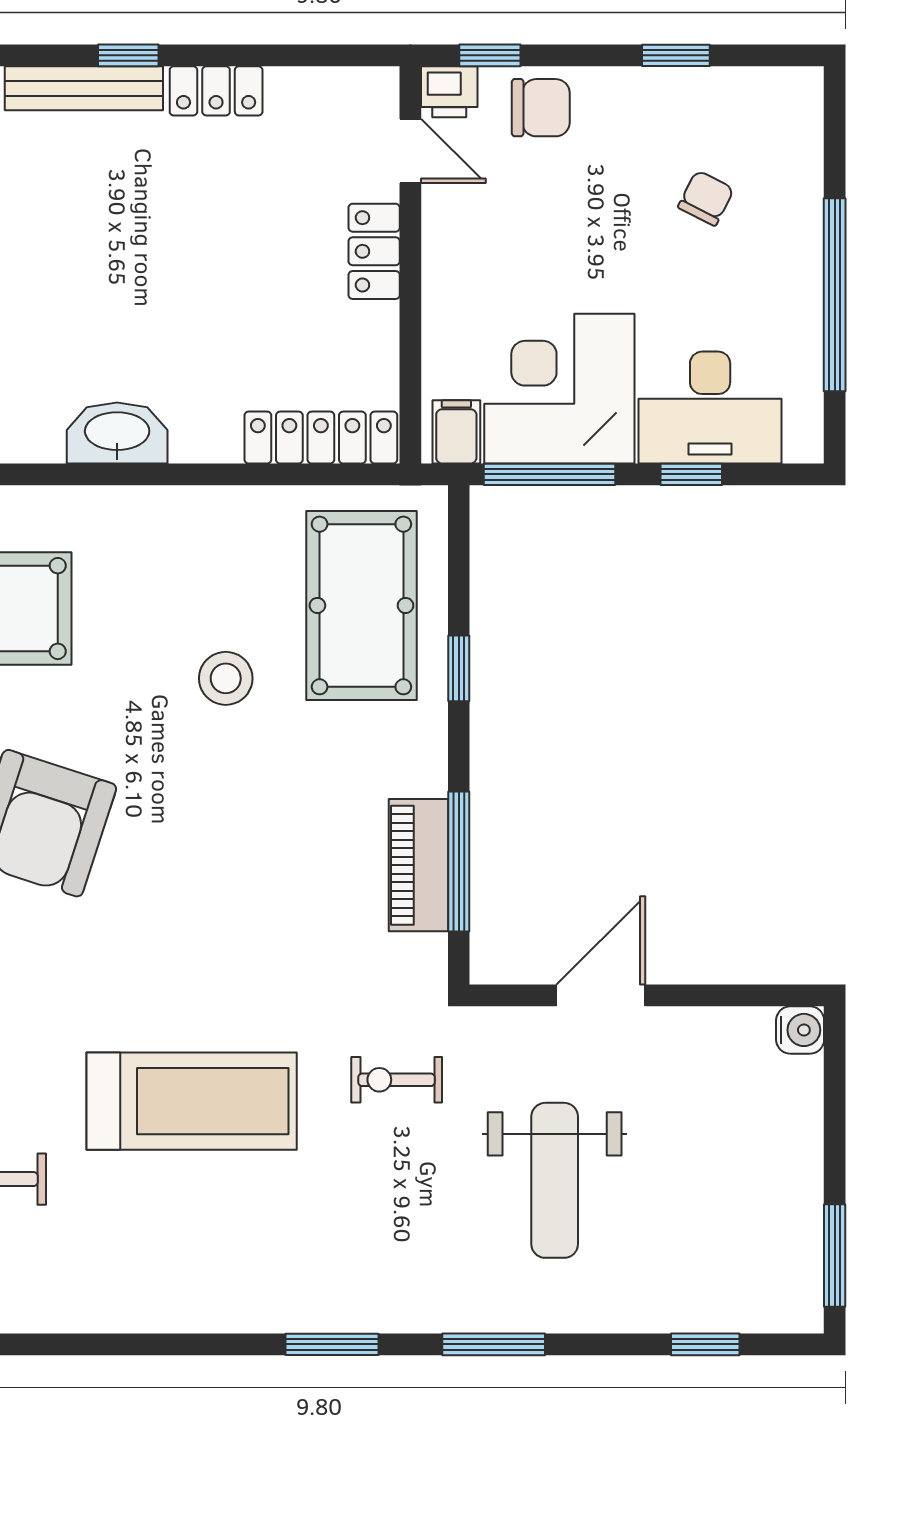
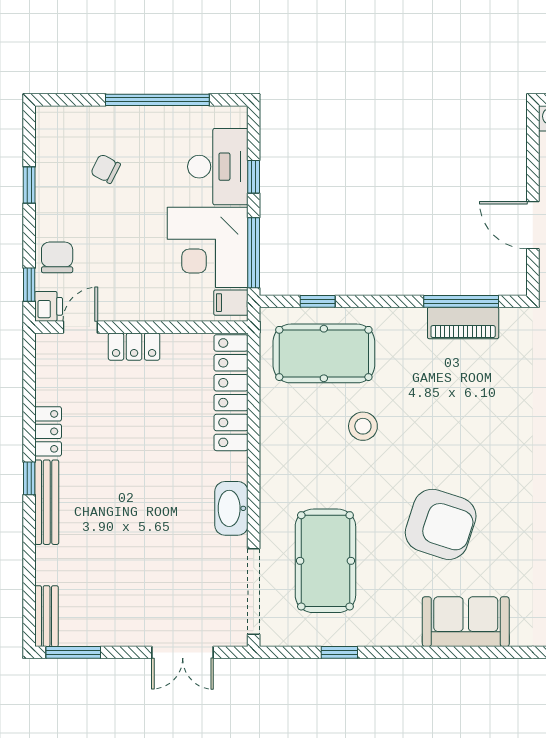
washbasin: (117, 433) -> (231, 508), moved
locker: (321, 438) -> (231, 393), width x1.41, depth x1.21
window: (459, 668) -> (318, 301), moved

